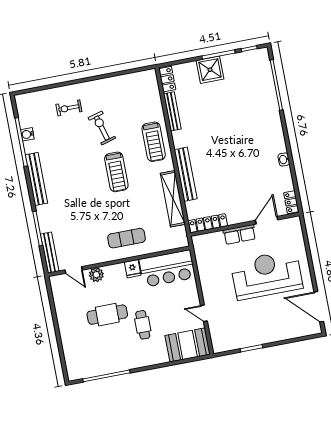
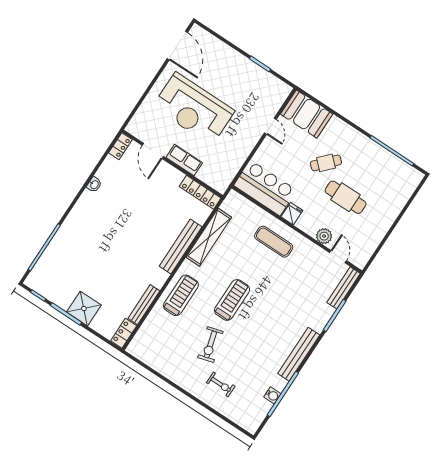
door: (267, 220) -> (153, 151), hinge flipped
cafe table: (143, 325) -> (326, 163), turned 43

